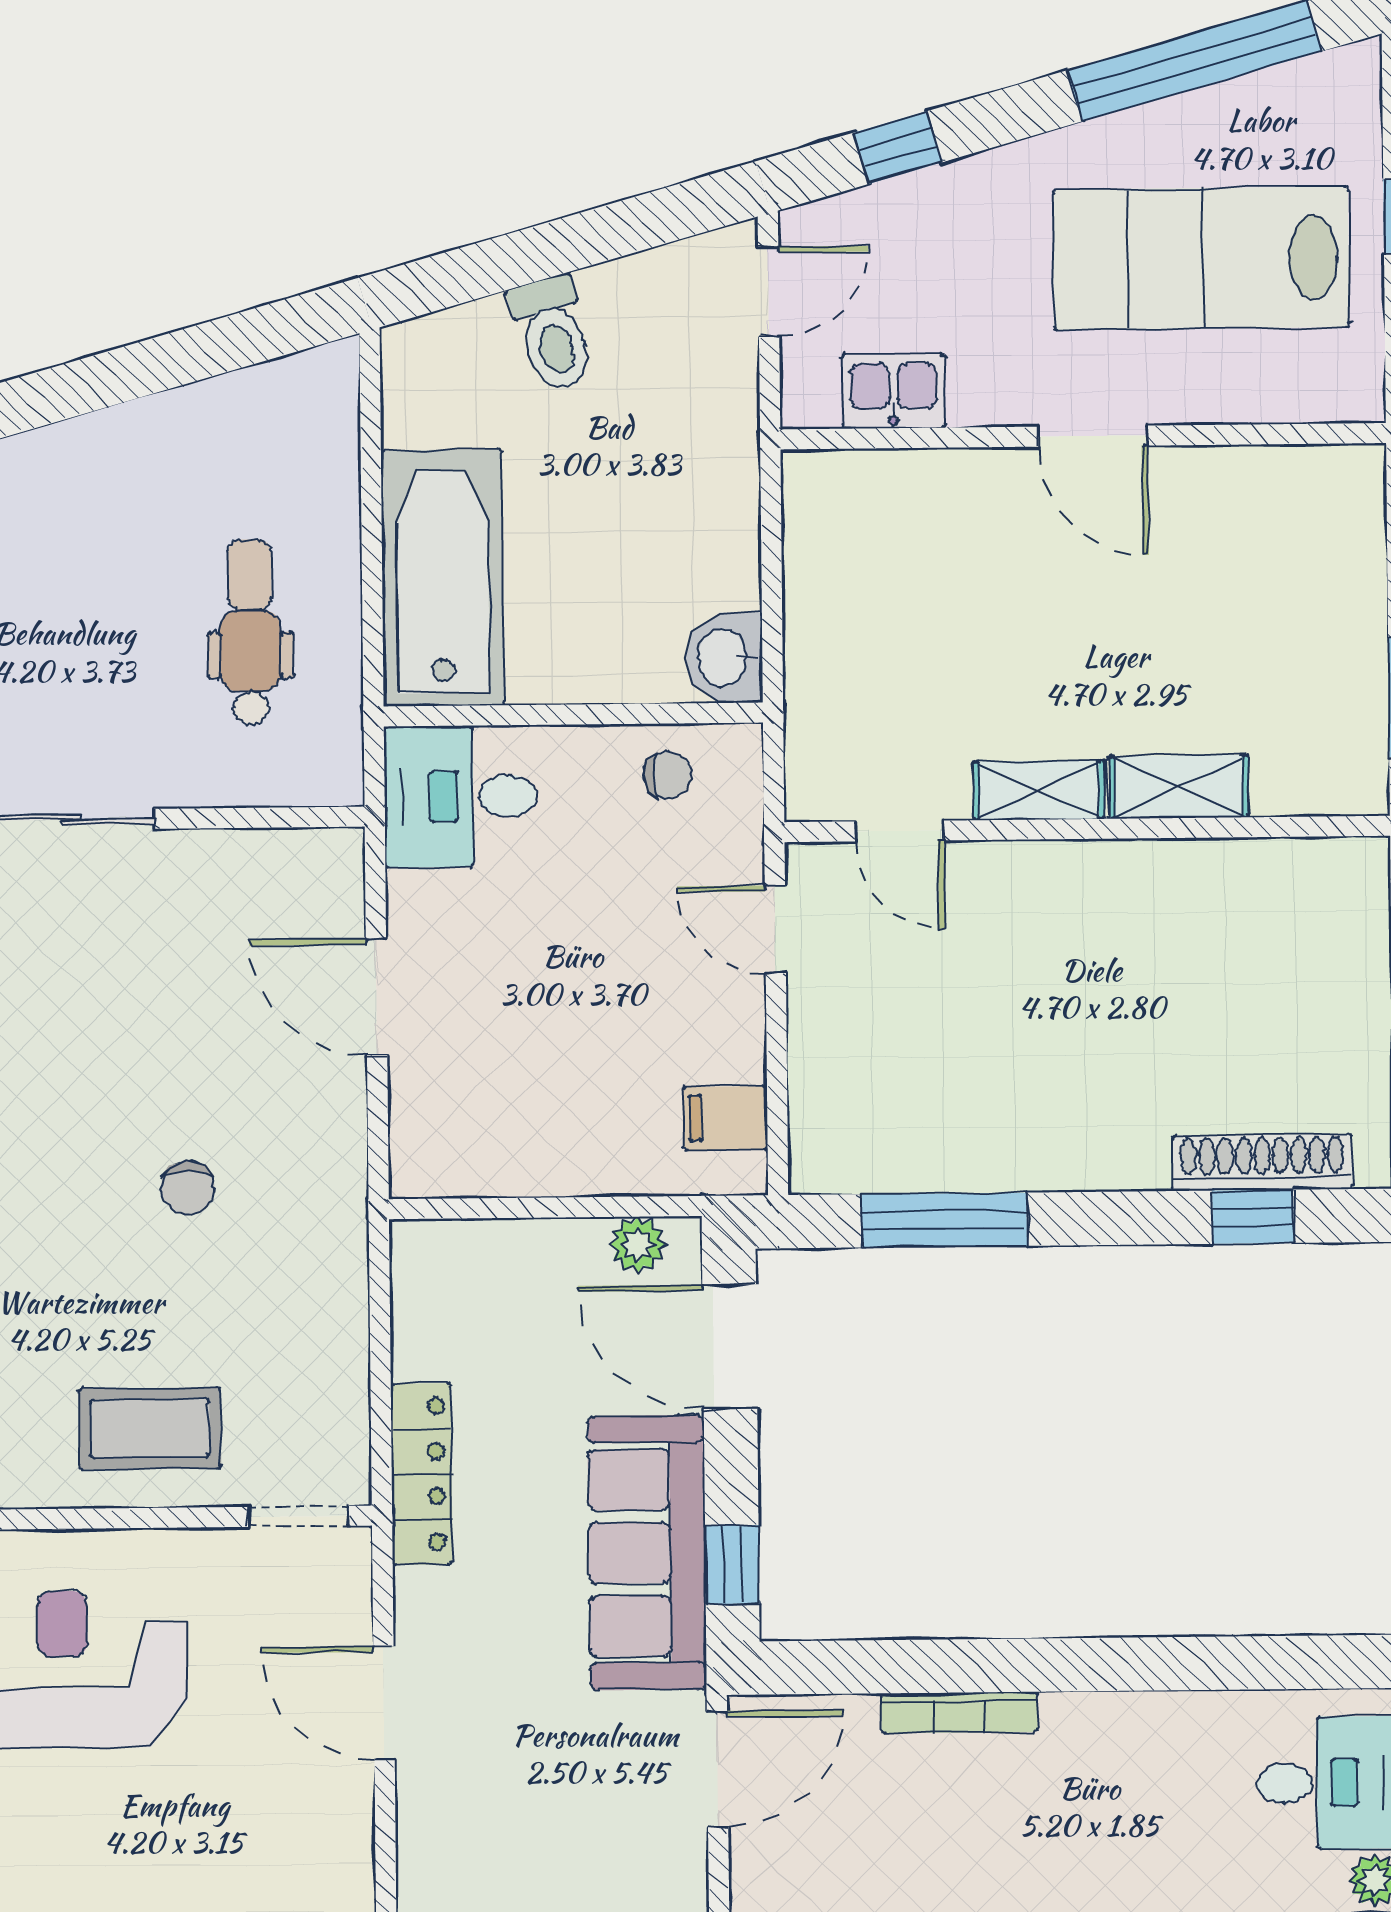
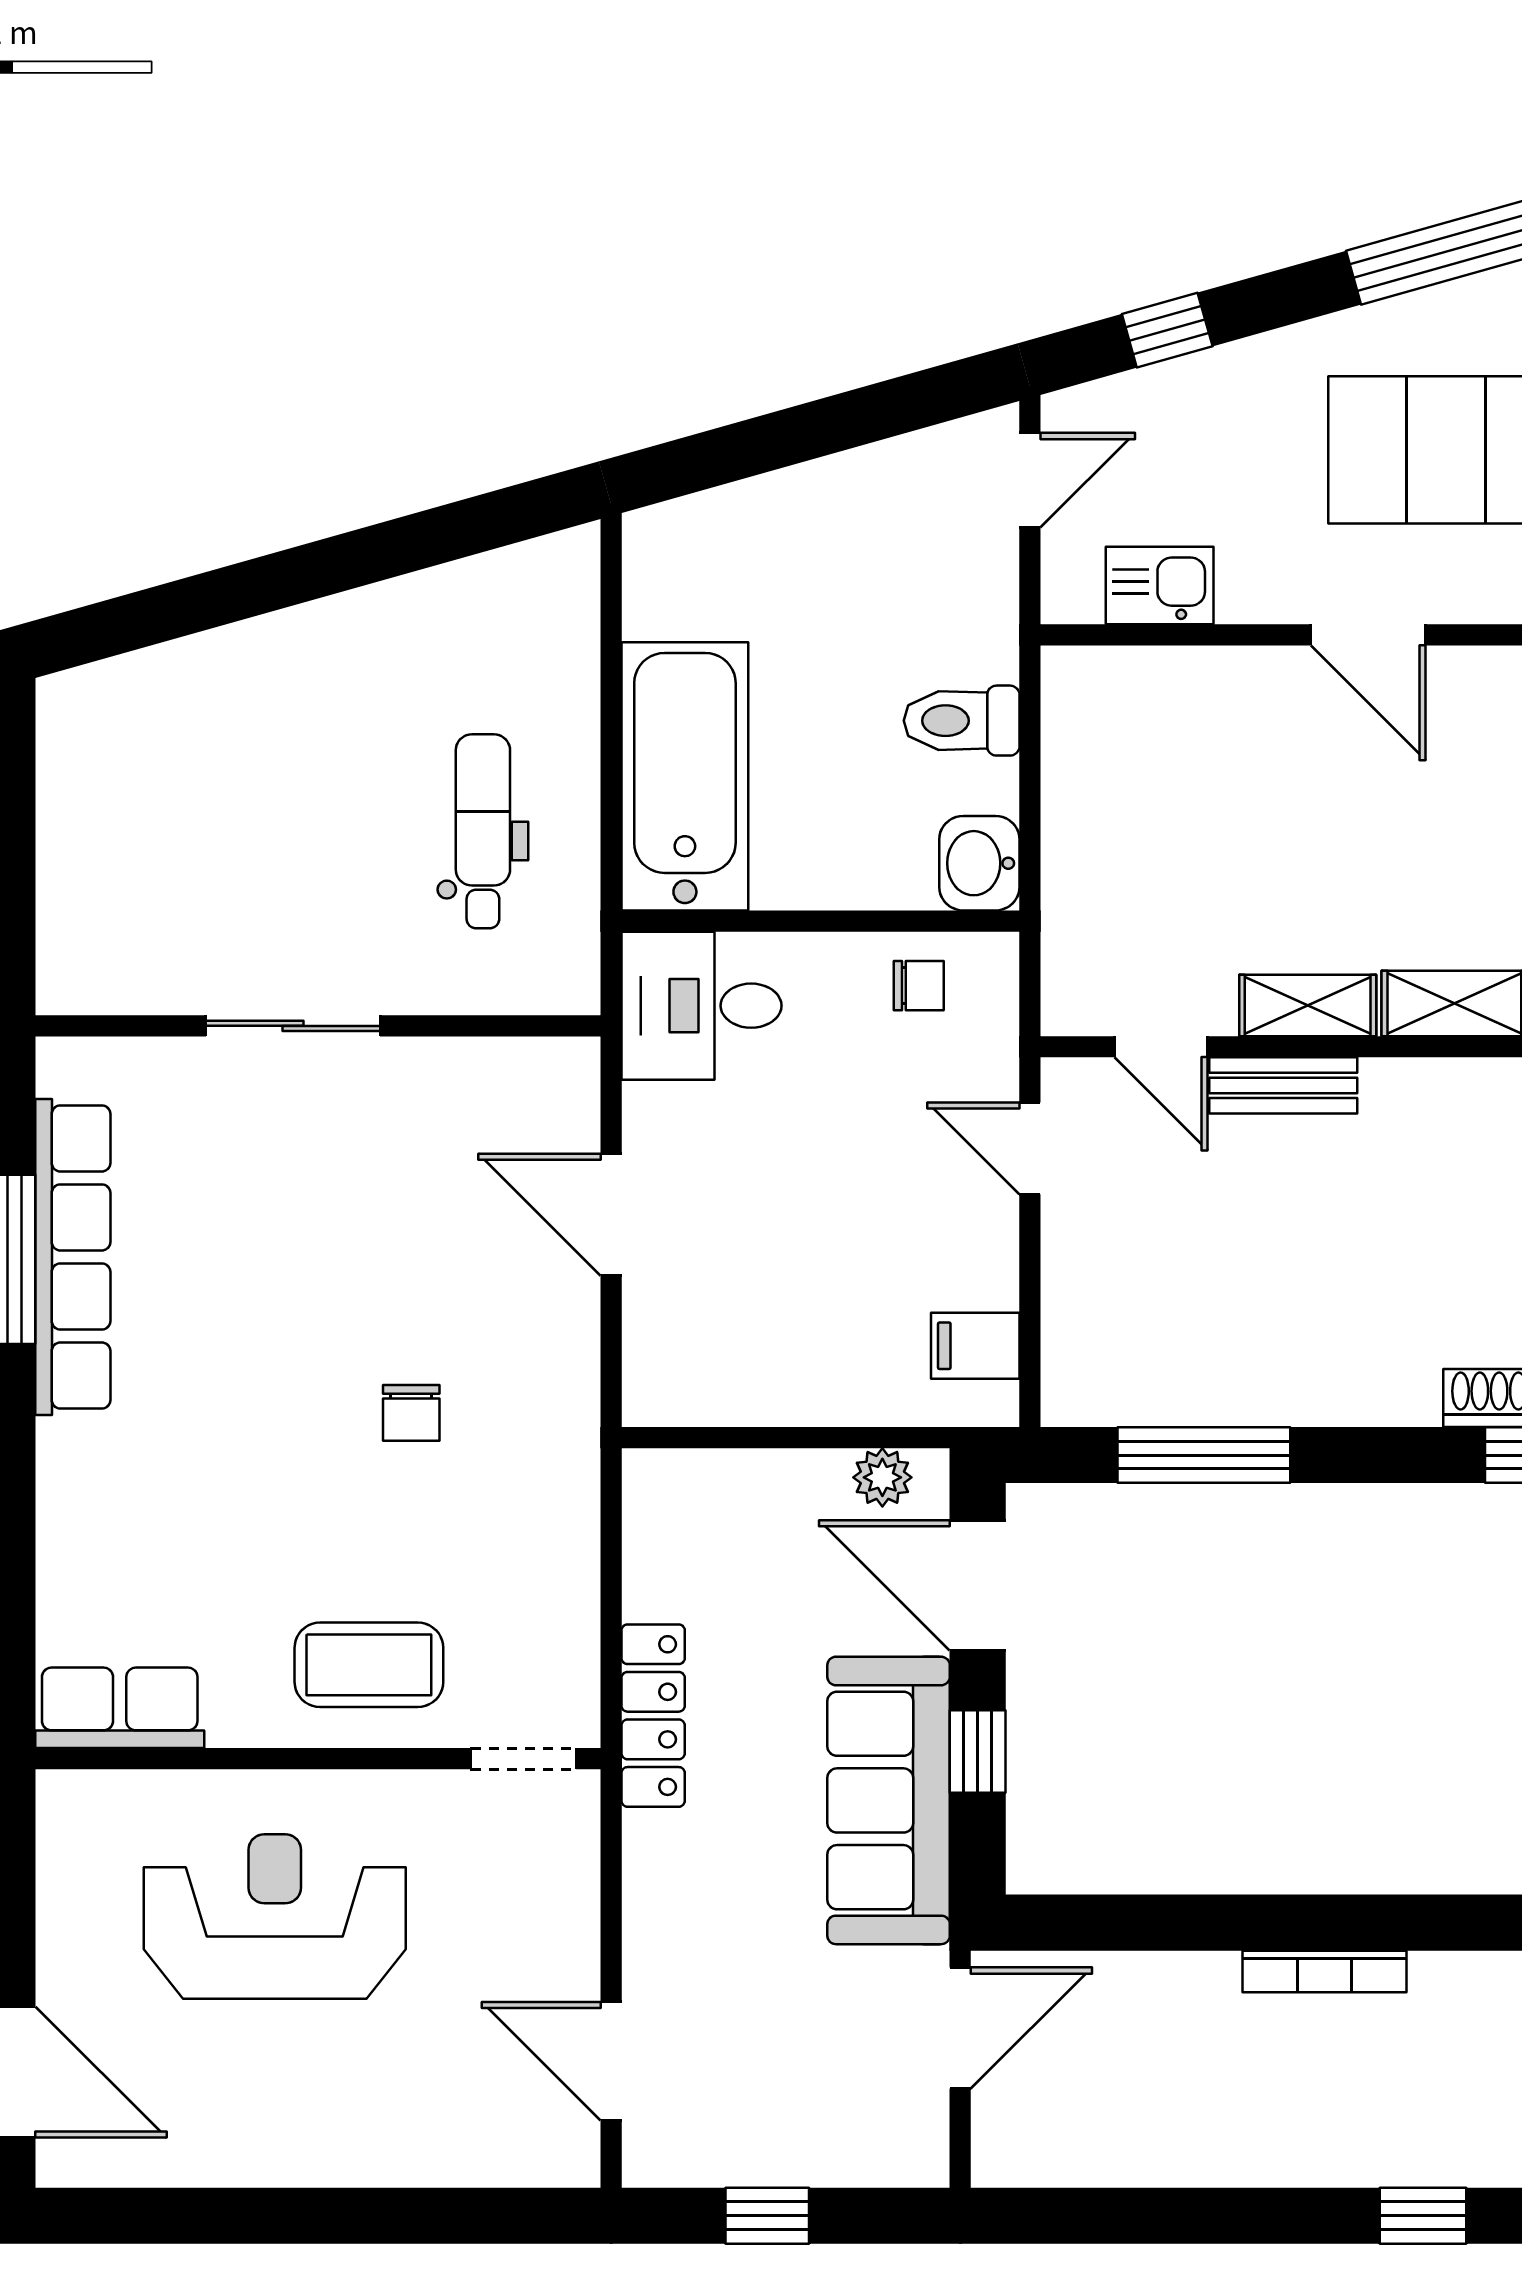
toilet: (552, 334) -> (962, 721), moved, turned 106
bench: (1016, 867) -> (1283, 1085), added
window: (732, 1564) -> (978, 1752), moved
door: (384, 1703) -> (611, 2061), moved
bookcase: (959, 1713) -> (1325, 1972), moved

